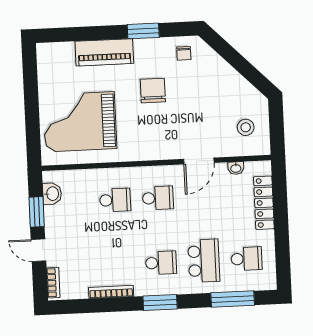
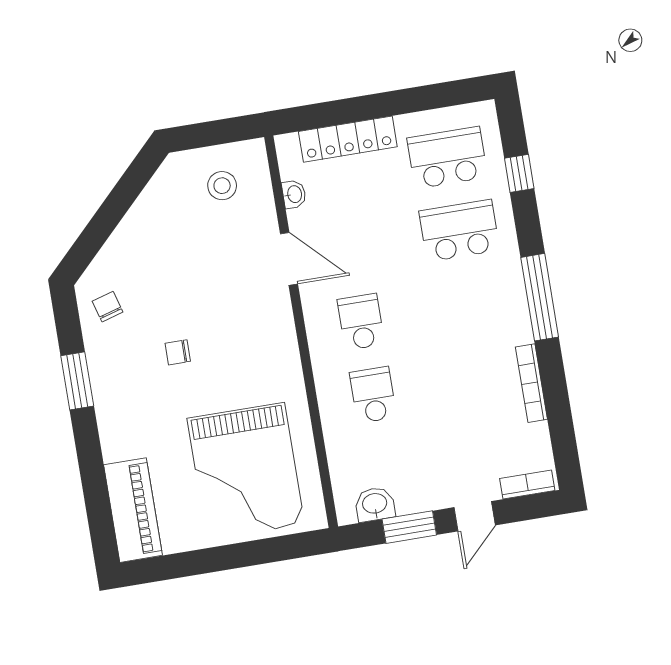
piano: (104, 52) -> (133, 510), moved
chair: (184, 53) -> (108, 307), turned -106
chair: (153, 91) -> (178, 352), width x0.54, depth x0.54
school desk: (247, 259) -> (447, 158), width x1.85
school desk: (161, 263) -> (471, 304), removed
window: (233, 299) -> (519, 173), width x0.46
window: (160, 302) -> (540, 297), width x1.44

